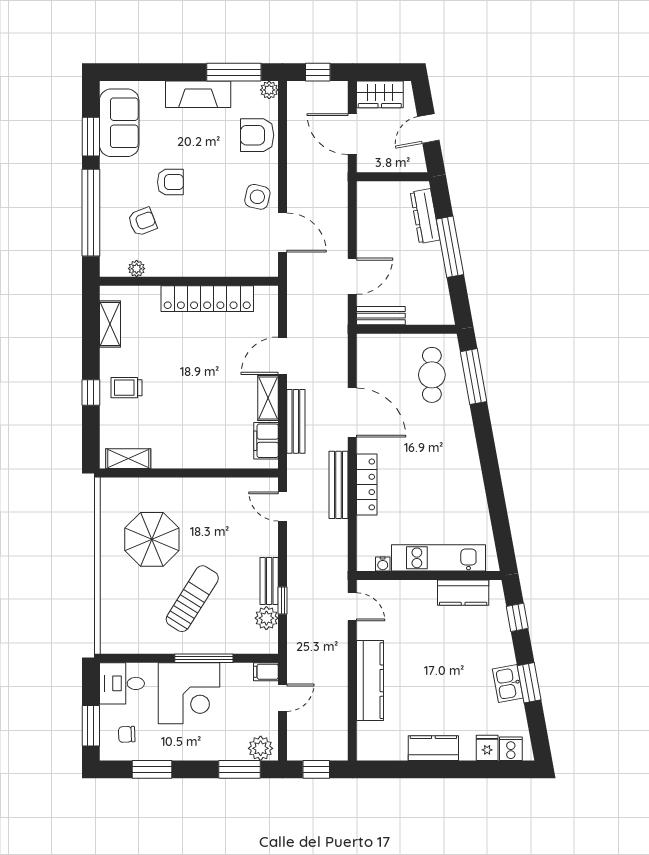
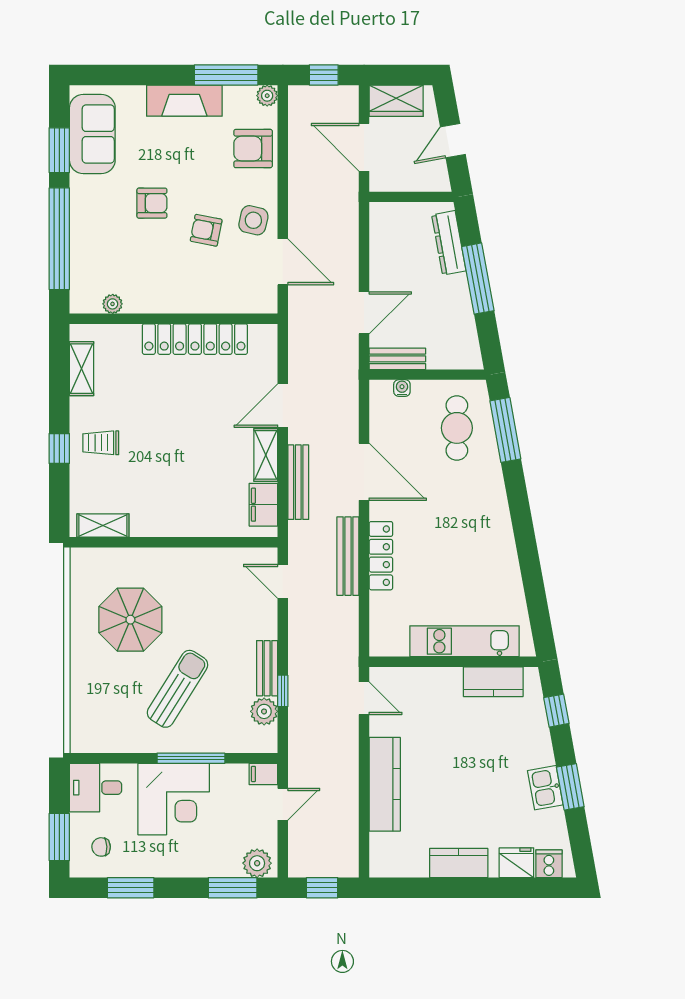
armchair: (142, 222) -> (206, 230), moved, turned -148
water cooler: (383, 564) -> (402, 388), moved, turned 180
fridge: (487, 748) -> (516, 863), width x1.38

